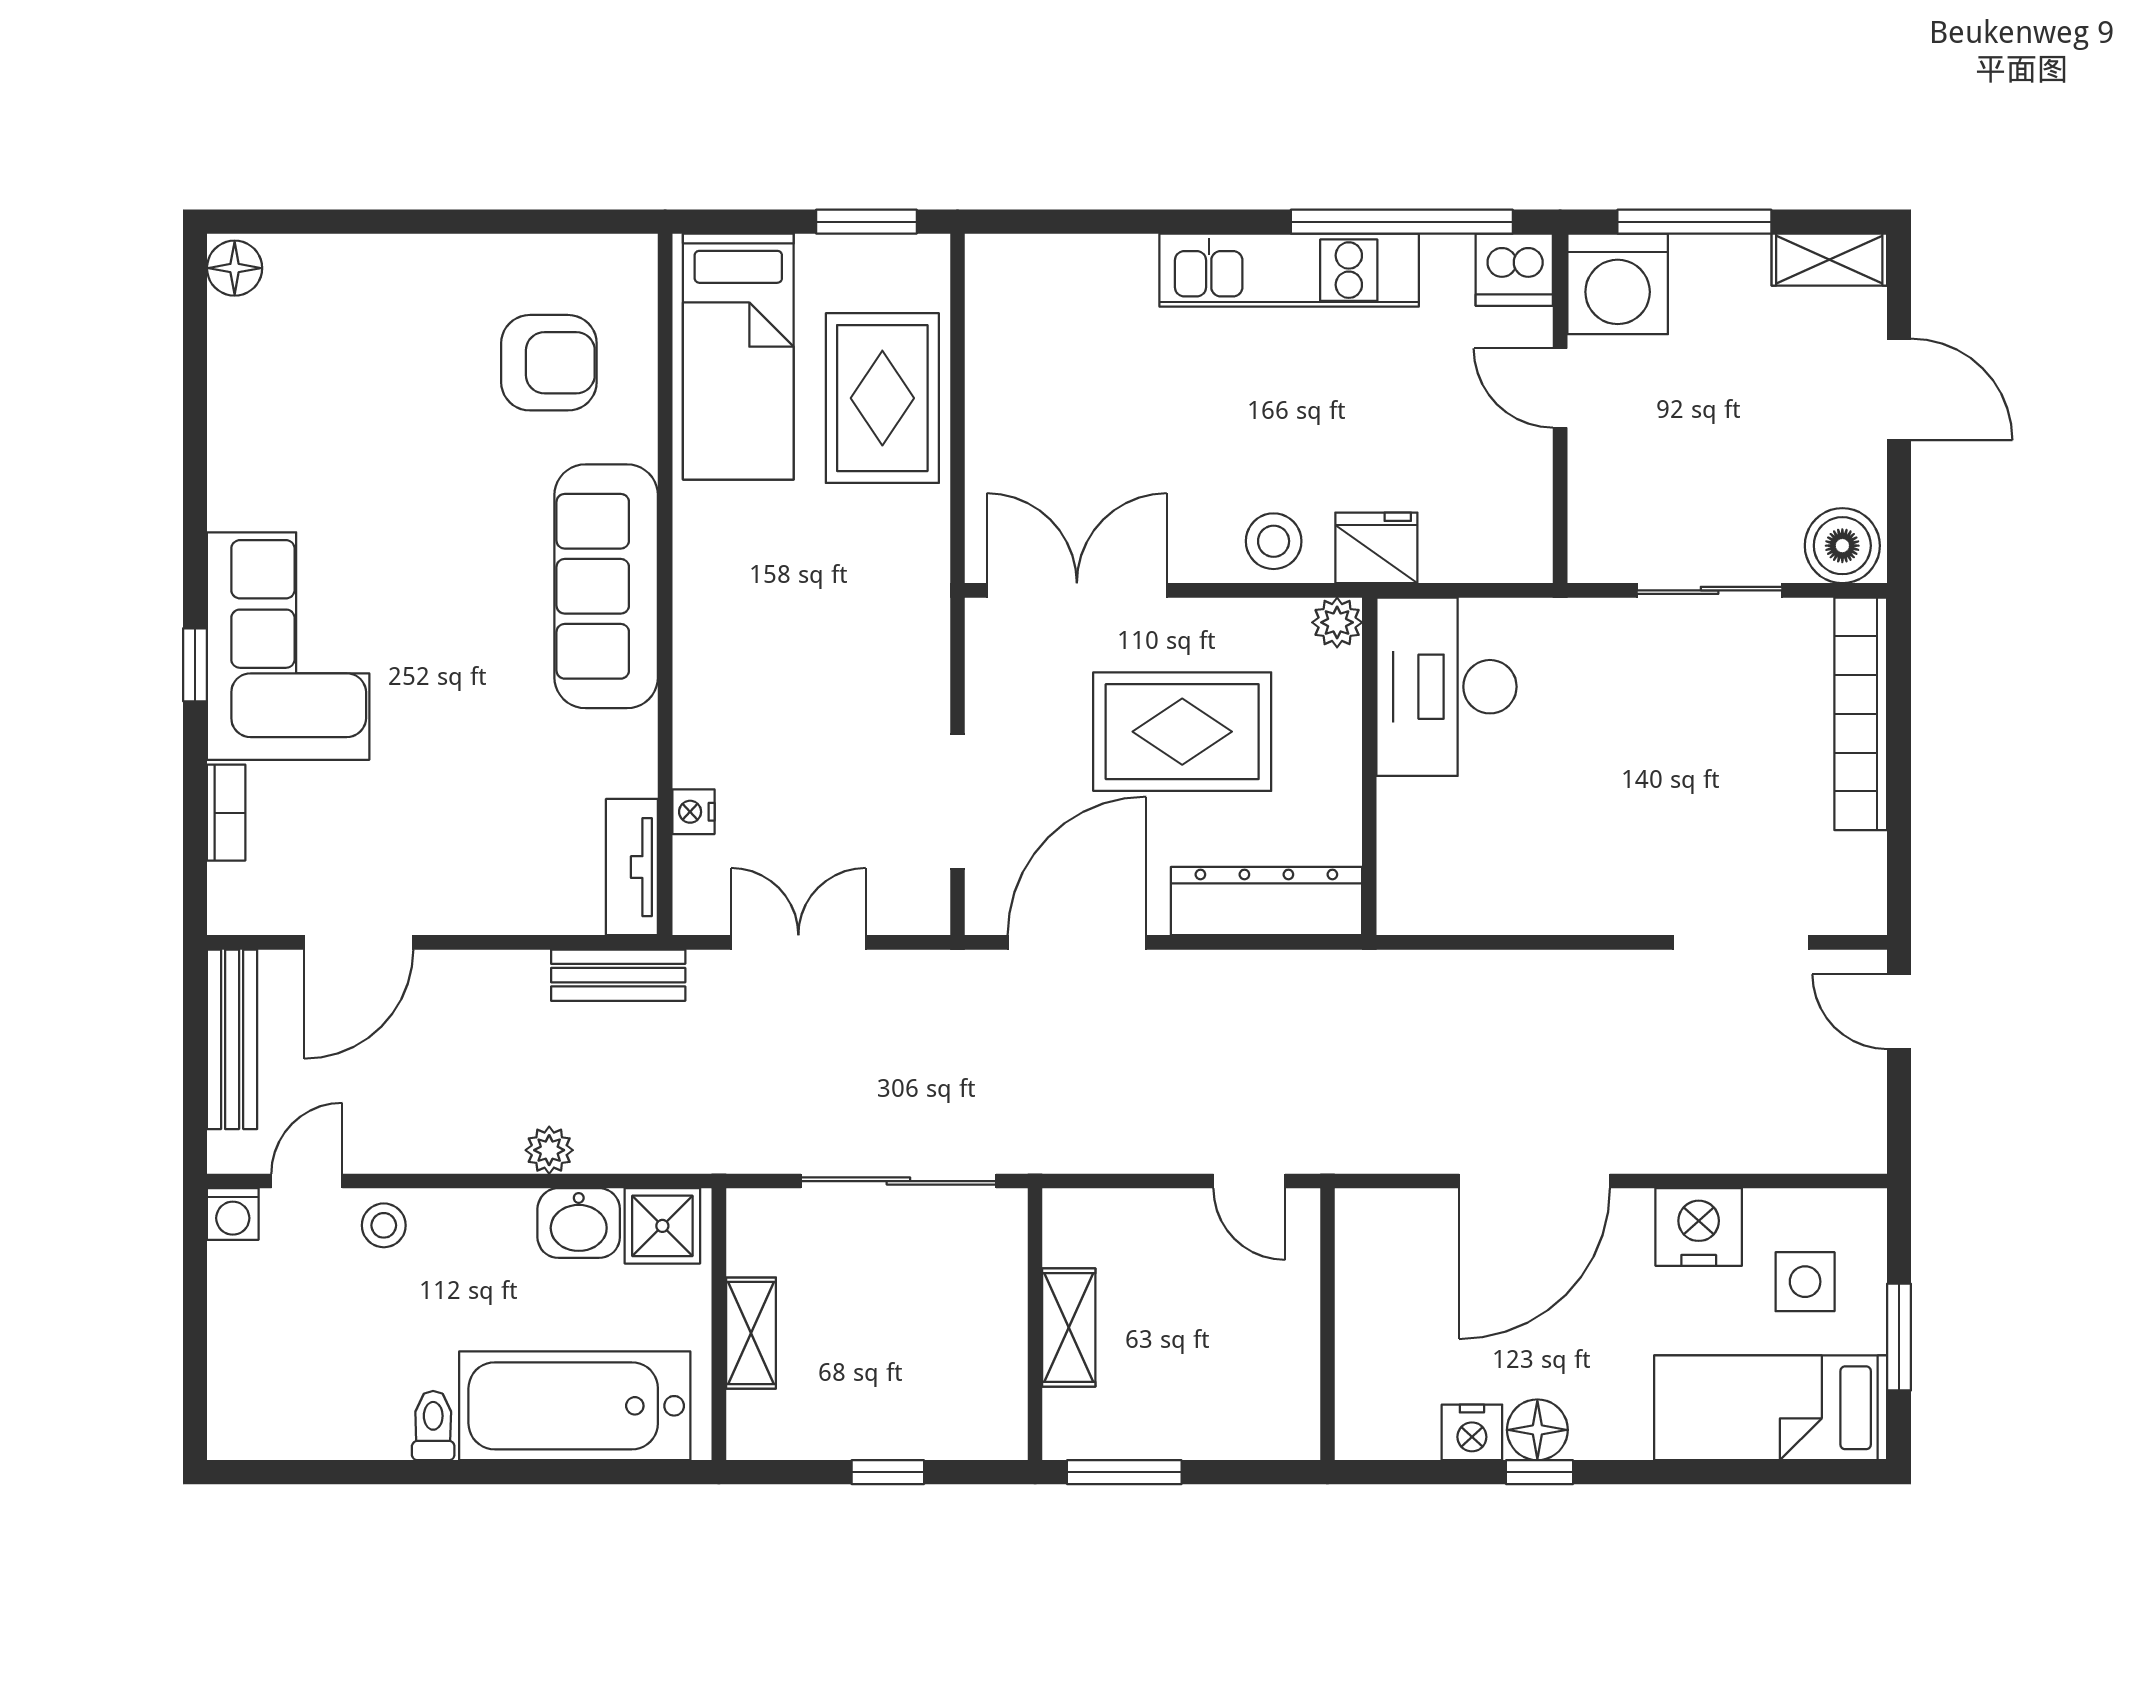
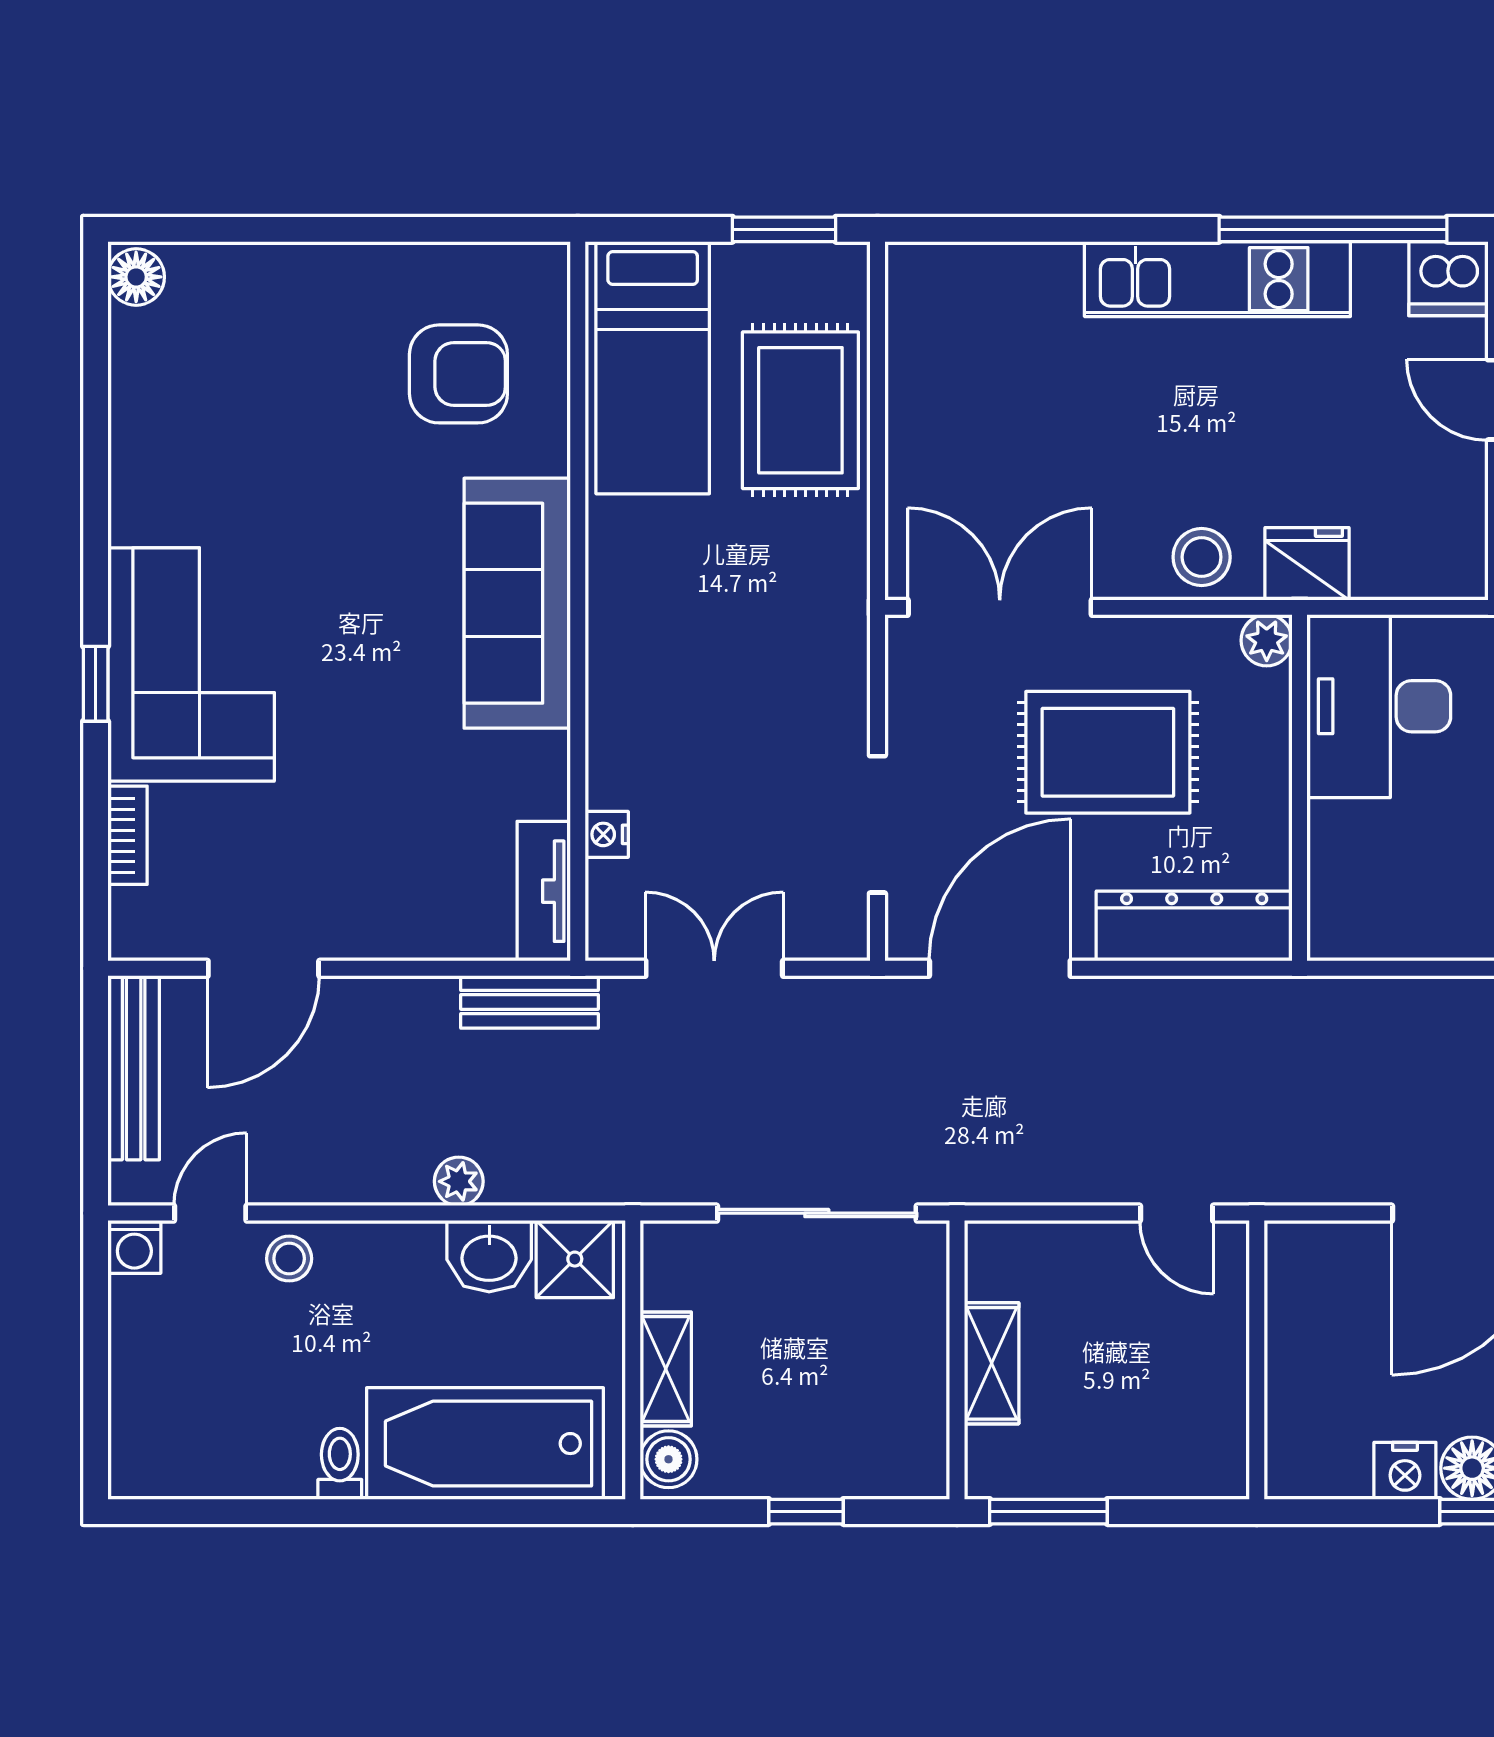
boiler: (754, 1421) -> (669, 1459), added

